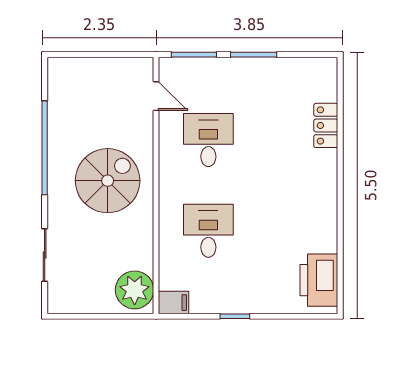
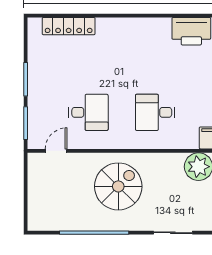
locker: (326, 125) -> (69, 26), width x1.53
desk: (208, 140) -> (88, 112), turned 180
spiral stairs: (108, 181) -> (118, 186), turned 90

